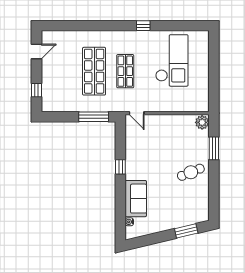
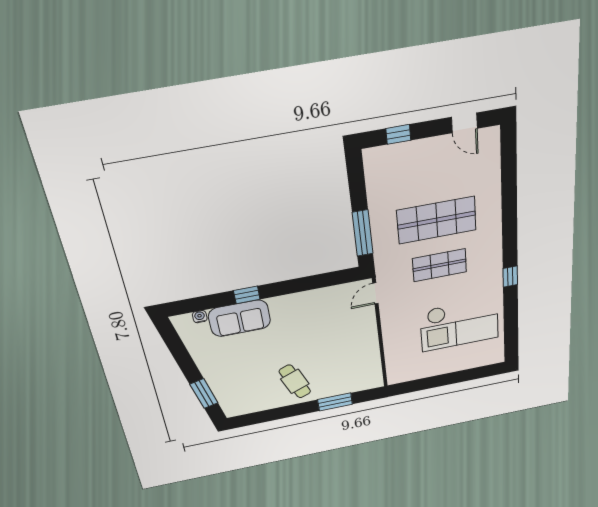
plant: (202, 122) -> (371, 380), removed
window: (120, 167) -> (247, 295), moved

